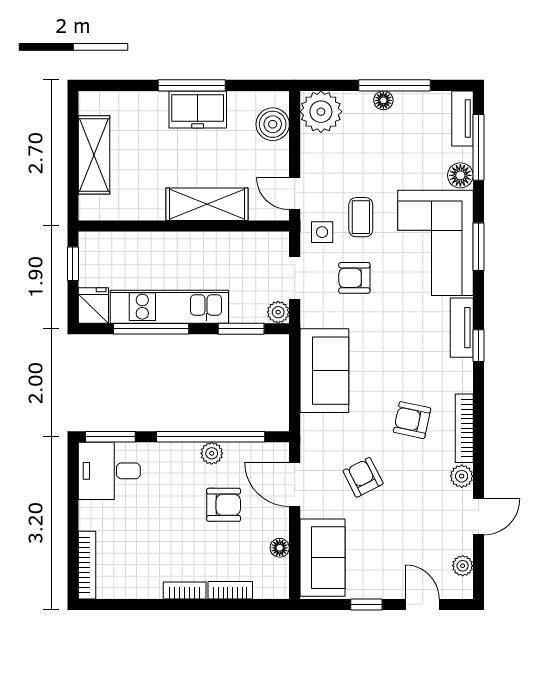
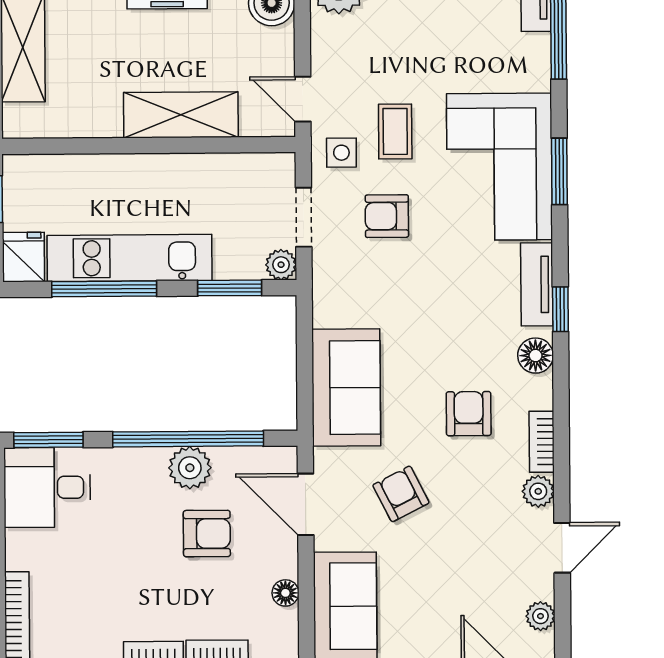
floor lamp: (460, 175) -> (535, 356), moved
sofa: (324, 371) -> (346, 388), moved
armchair: (412, 420) -> (469, 414), turned 78
bookcase: (464, 428) -> (542, 442), width x0.64
plant: (212, 453) -> (190, 468), width x1.38, depth x1.38

